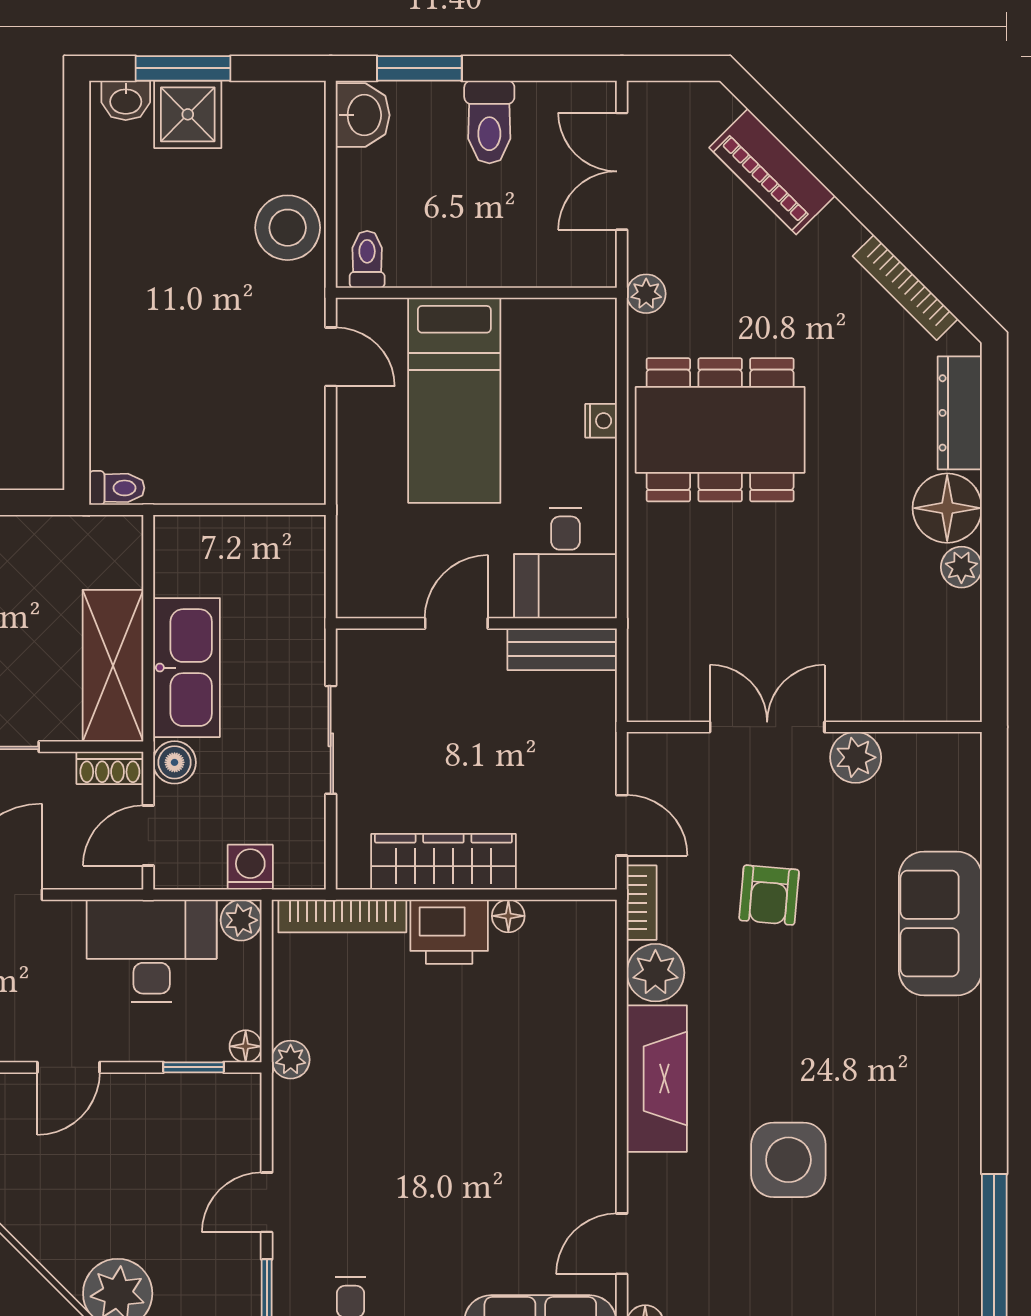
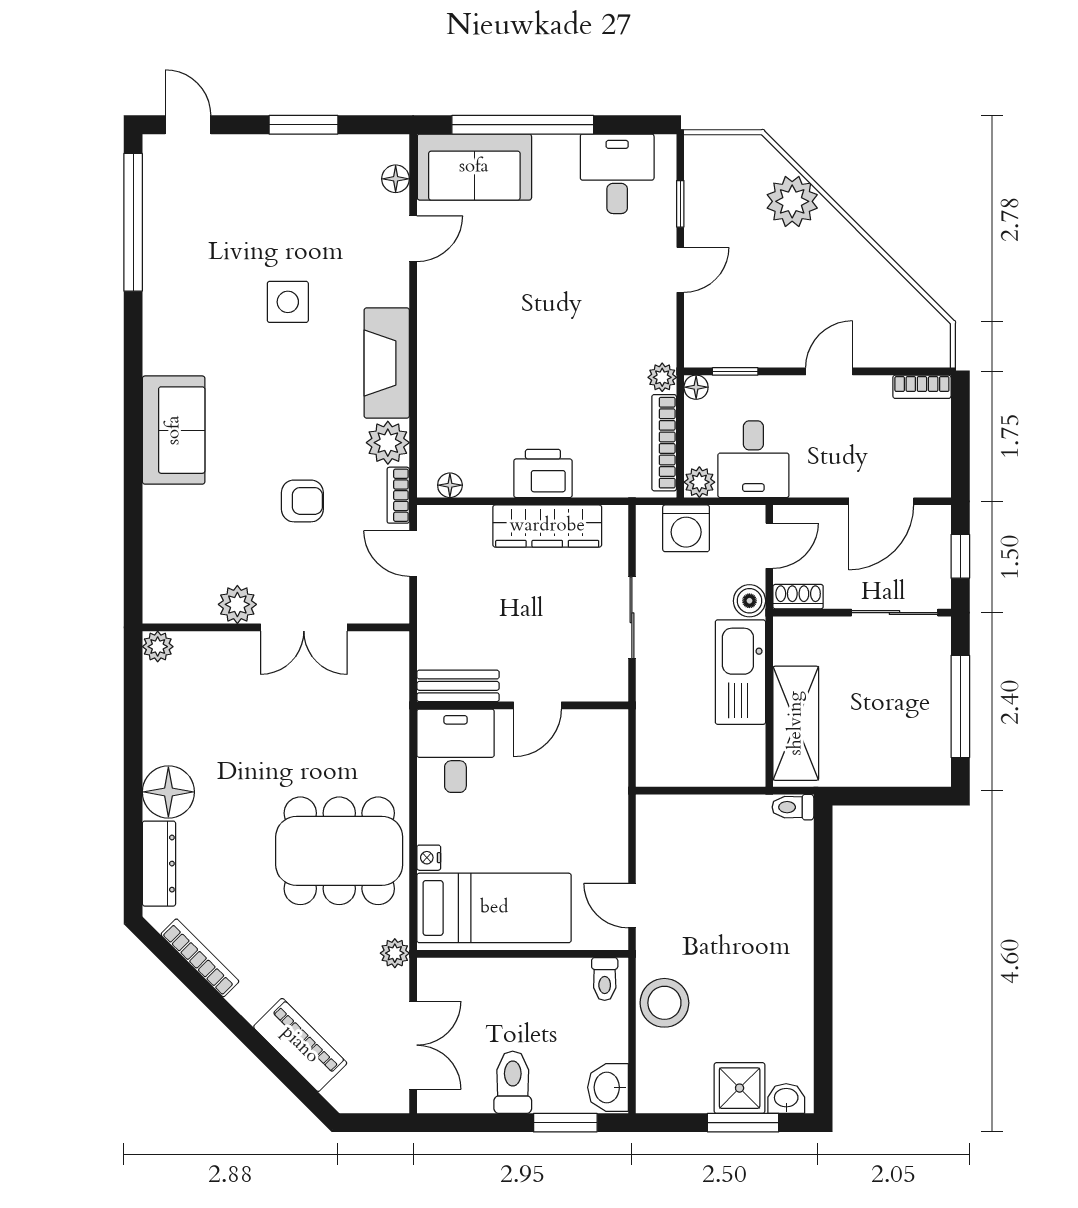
bed: (454, 400) -> (494, 908), moved, turned 90
plant: (961, 567) -> (158, 647), moved
shelving: (113, 666) -> (796, 723), moved
washing machine: (250, 867) -> (686, 528), width x1.38, depth x1.38
armchair: (769, 895) -> (302, 501), turned 85
bookcase: (342, 916) -> (664, 443), moved, turned -90
floor lamp: (508, 916) -> (450, 485), moved
sofa: (940, 924) -> (174, 430), moved
desk: (152, 951) -> (753, 459), width x0.73
side table: (788, 1160) -> (288, 302), width x0.73, depth x0.73

